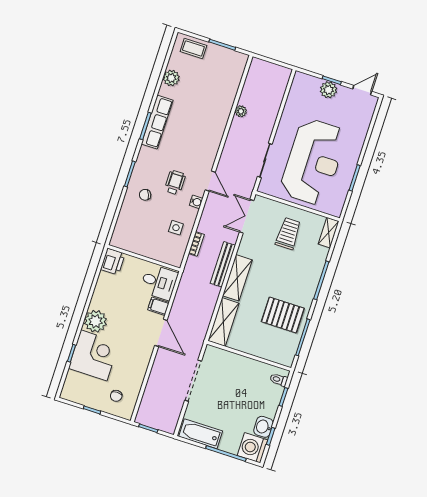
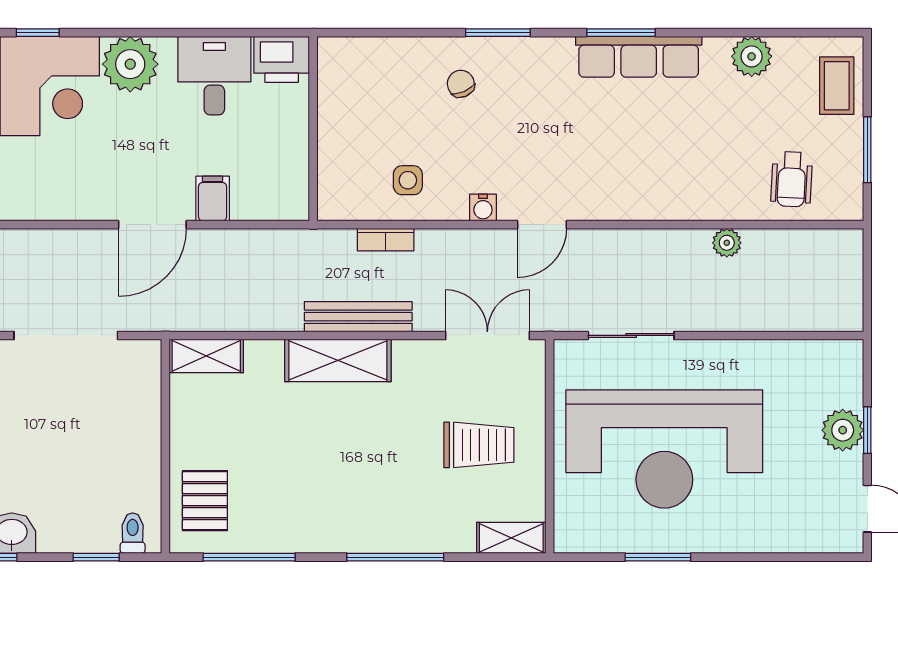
wheelchair: (175, 183) -> (792, 179), moved, turned 93
desk: (159, 282) -> (214, 76), moved, turned 180
pallet: (283, 315) -> (205, 501), moved, width x0.67, depth x0.71
shelving: (223, 322) -> (206, 356), width x0.67, depth x0.75

